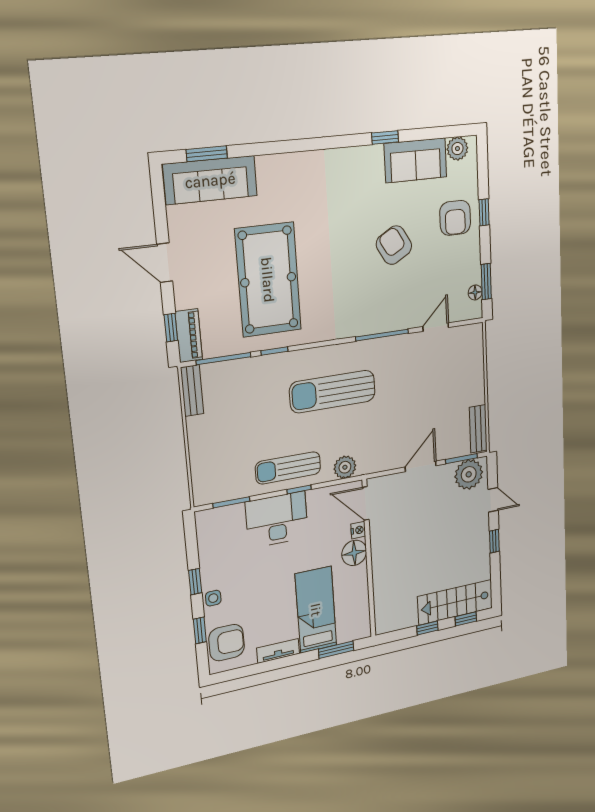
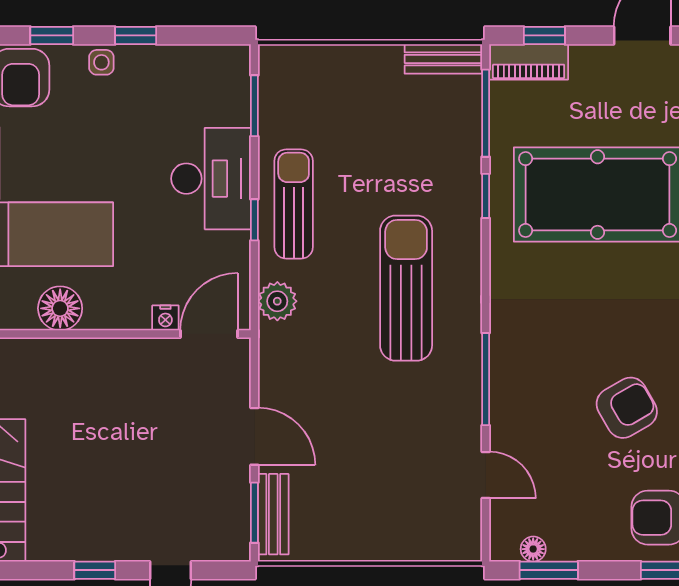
bench: (478, 429) -> (273, 514), moved, turned 90
plant: (469, 474) -> (224, 525), removed
floor lamp: (354, 553) -> (60, 308), moved

